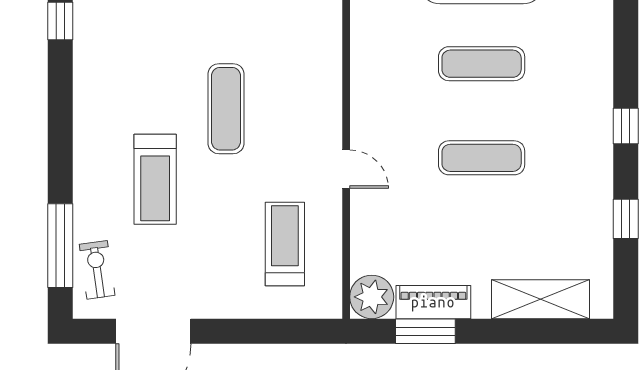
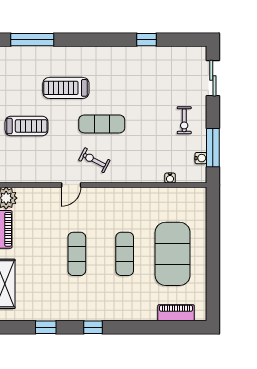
treadmill: (285, 244) -> (27, 126), moved
exercise bike: (97, 270) -> (94, 160), moved, turned -145

